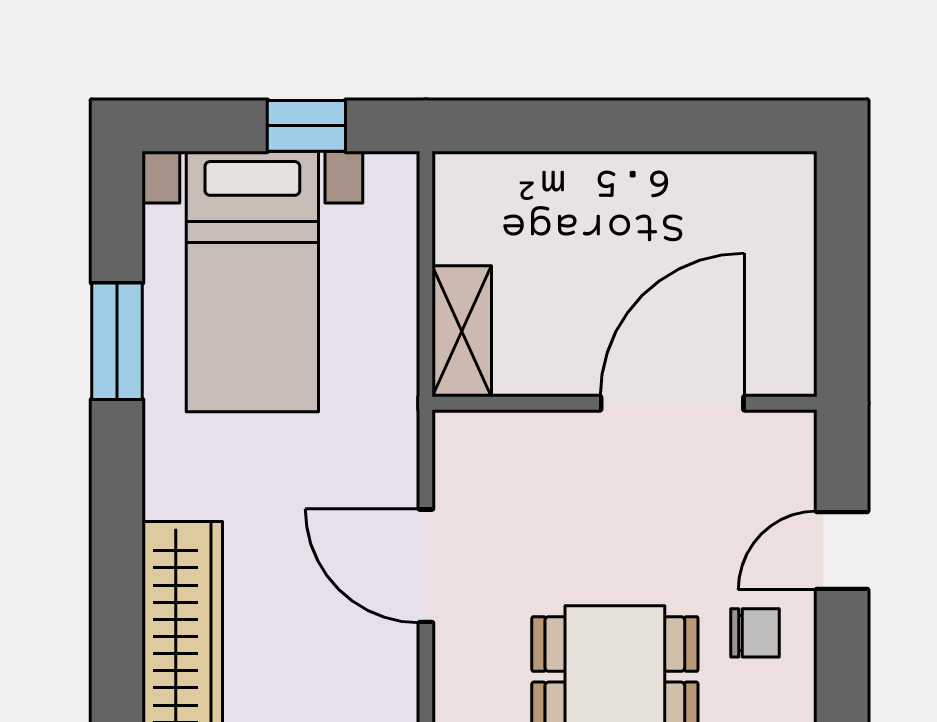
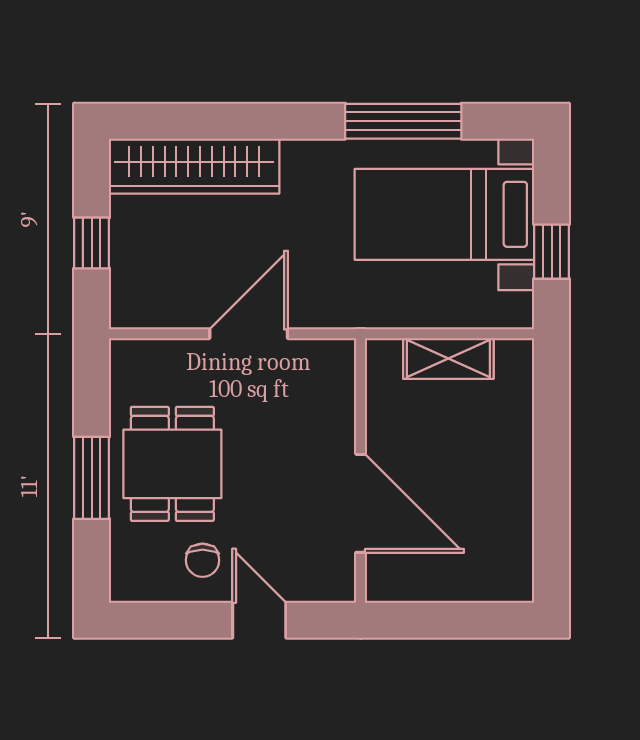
shelving: (462, 331) -> (448, 358), moved
window: (117, 341) -> (403, 121), width x1.44

